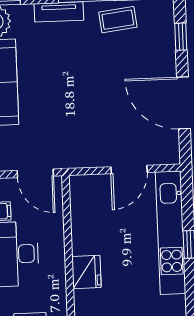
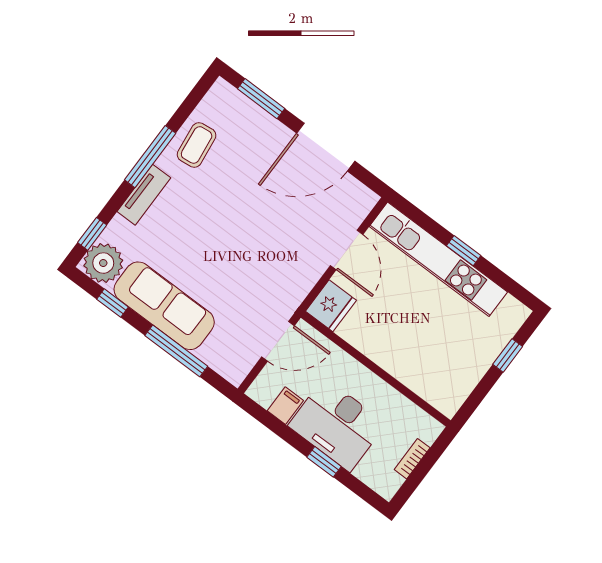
window: (181, 37) -> (261, 99), width x1.50
fridge: (86, 272) -> (331, 306), moved, turned 90

